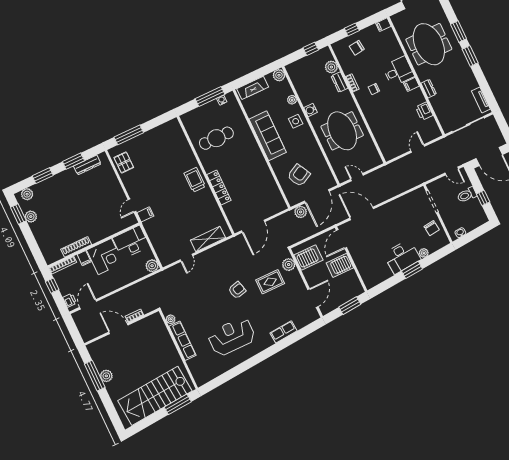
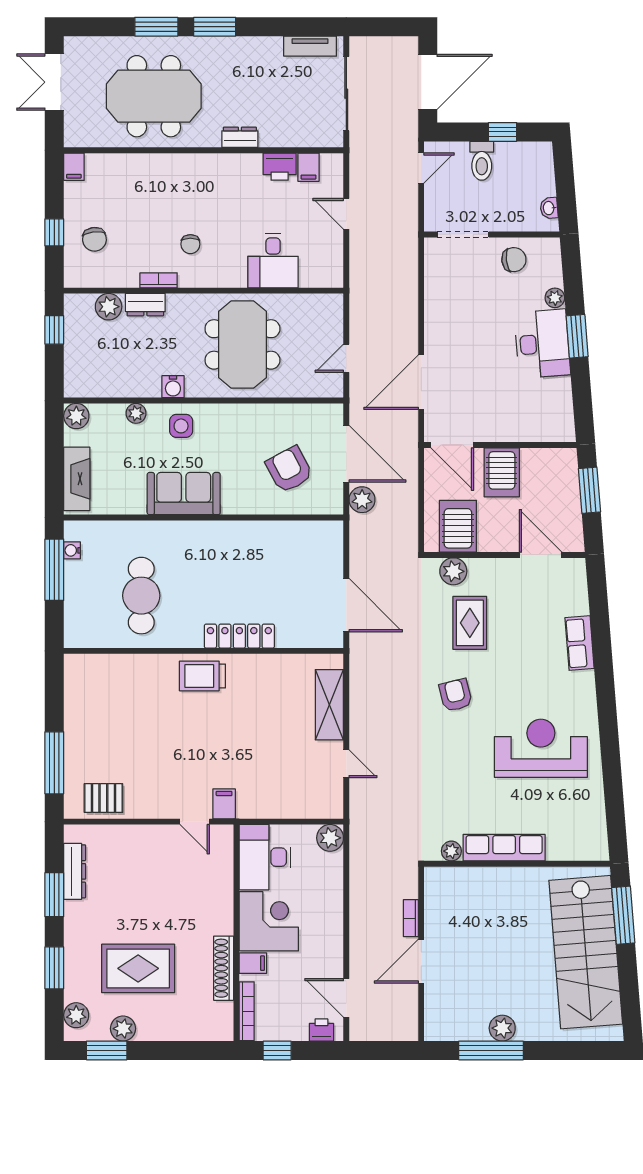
desk: (398, 71) -> (273, 261), moved, turned 180
filing cabinet: (411, 84) -> (308, 167), moved
meeting table: (342, 131) -> (242, 344), turned 90
sofa: (268, 136) -> (184, 494), width x0.73
rug: (59, 211) -> (138, 968), added
reception desk: (232, 337) -> (541, 748), turned 90

